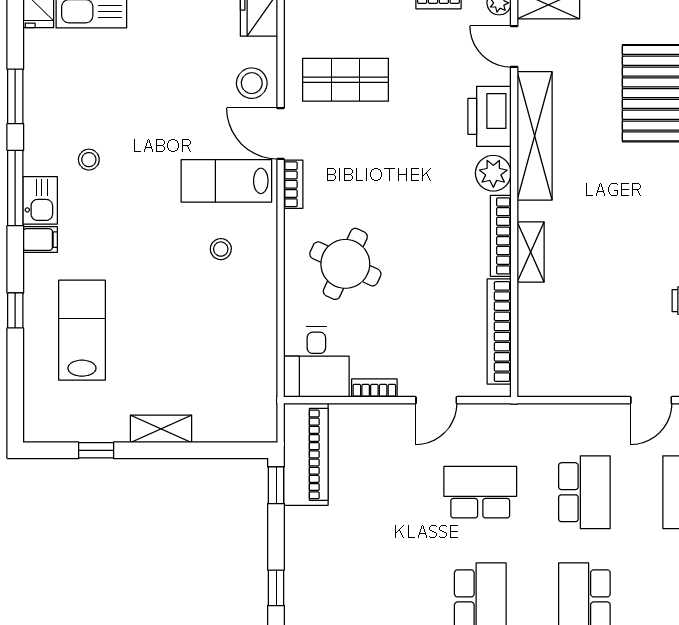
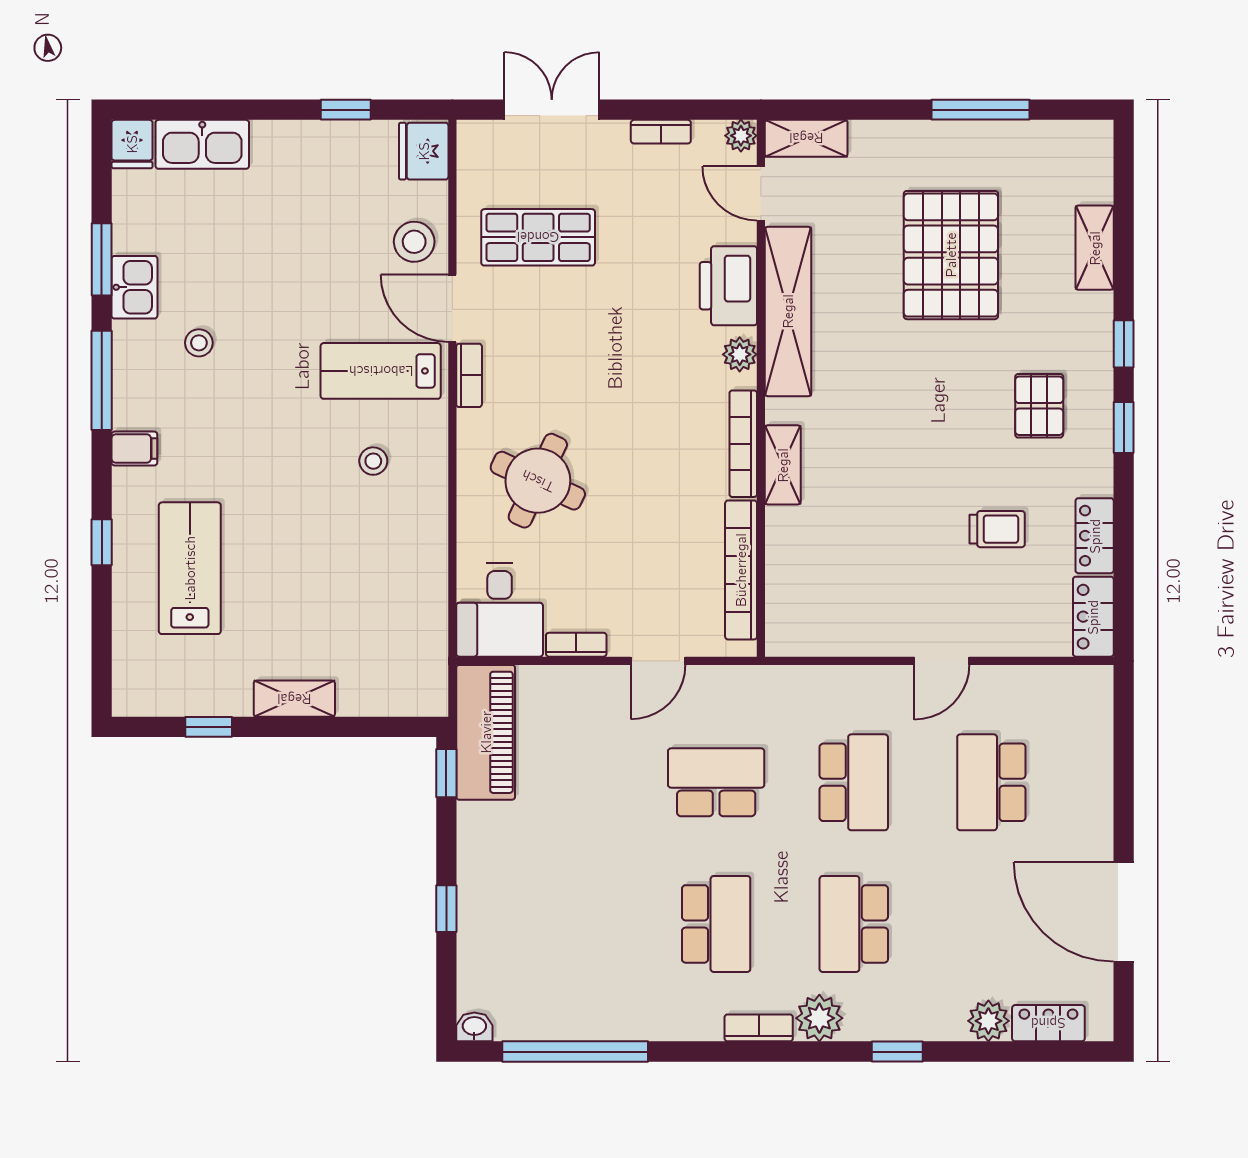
plant: (493, 173) -> (740, 354), width x0.73, depth x0.73
kitchen sink: (40, 200) -> (134, 287), moved

